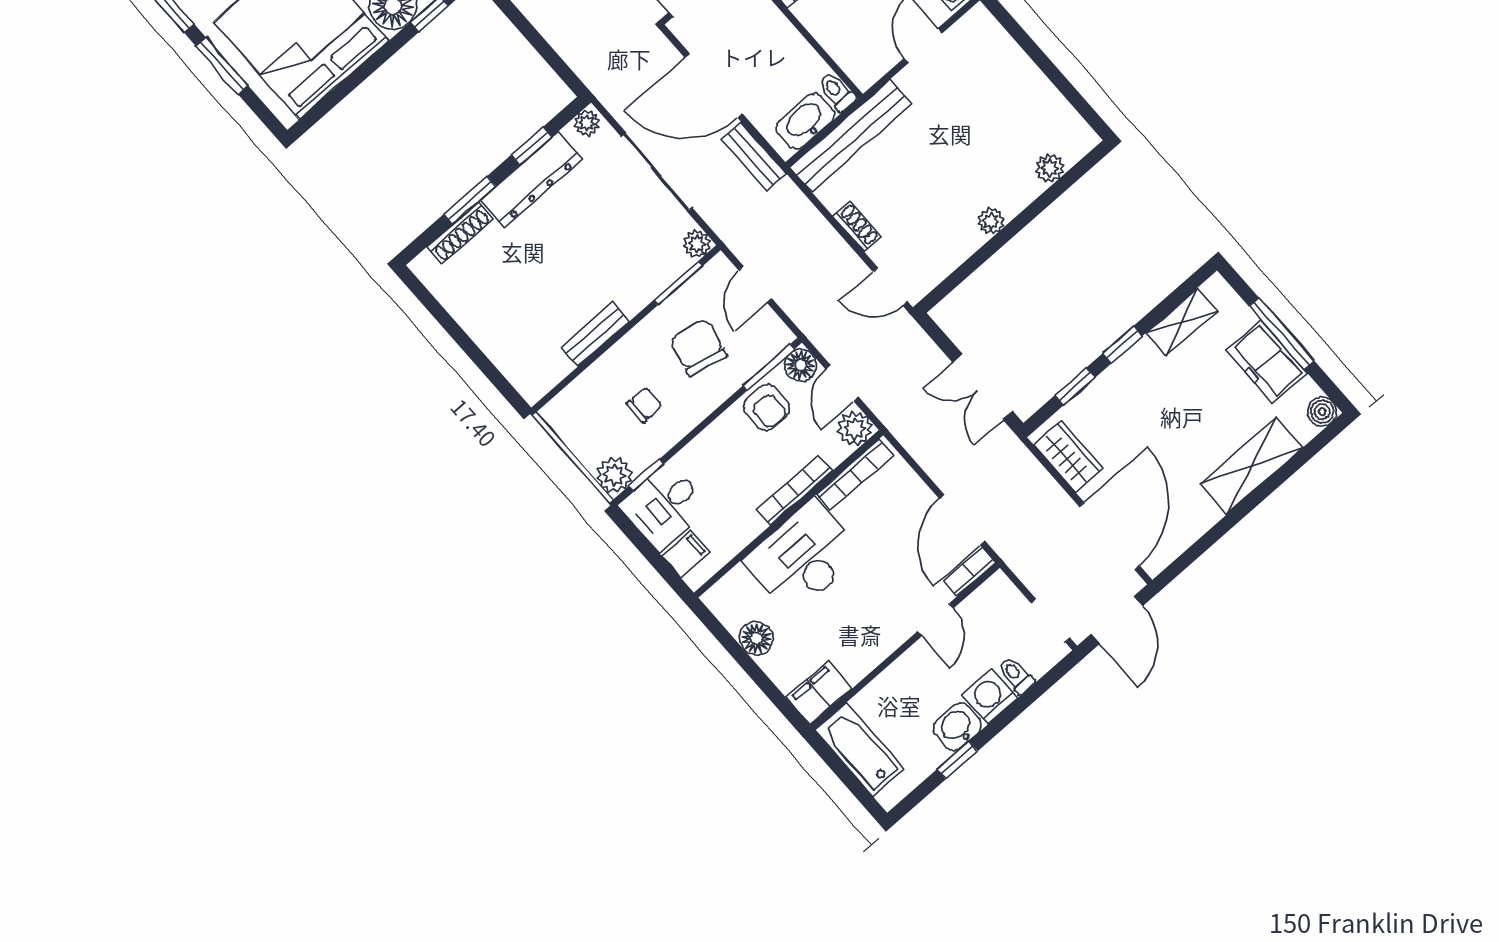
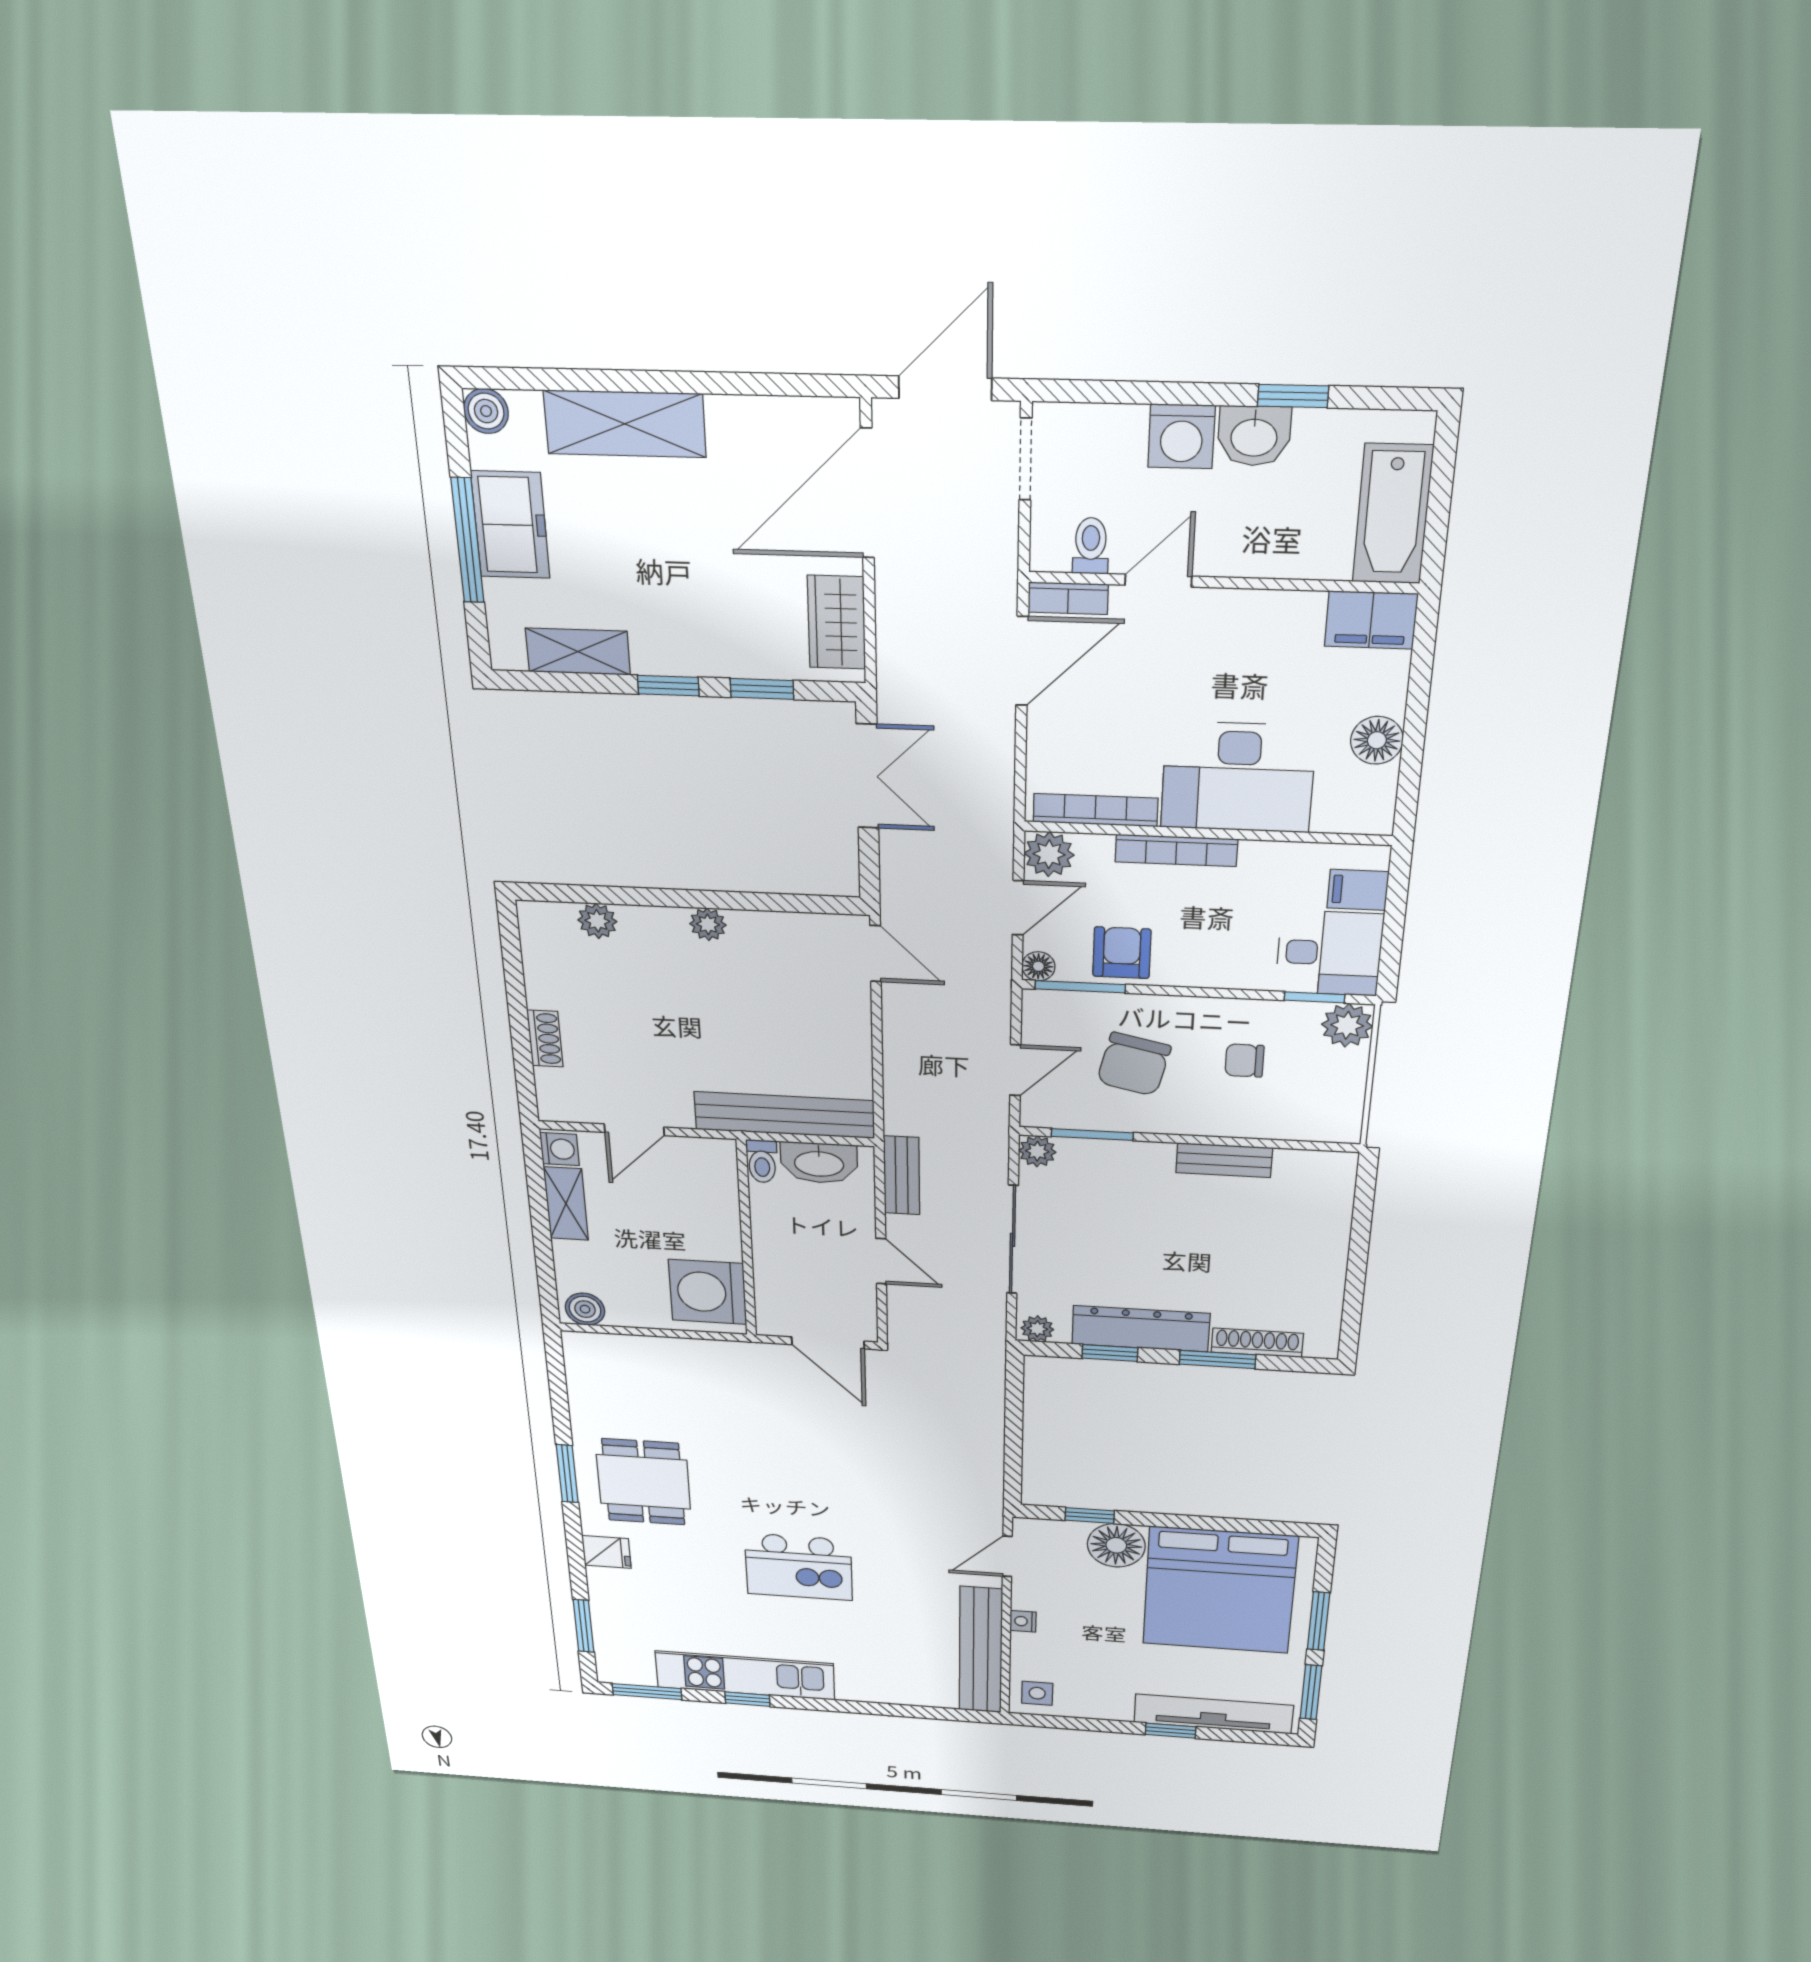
door: (714, 86) -> (881, 1261), width x0.53
shoe rack: (857, 227) -> (545, 1039), moved, turned 180
floor lamp: (801, 365) -> (1038, 966), width x0.73, depth x0.73
toilet: (1016, 675) -> (1091, 546), moved, turned 180

